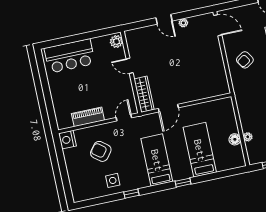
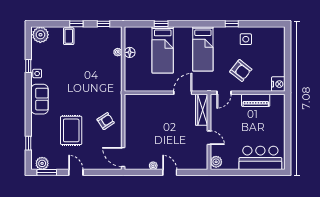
armchair: (101, 151) -> (241, 70), moved
window: (183, 183) -> (161, 24), moved

